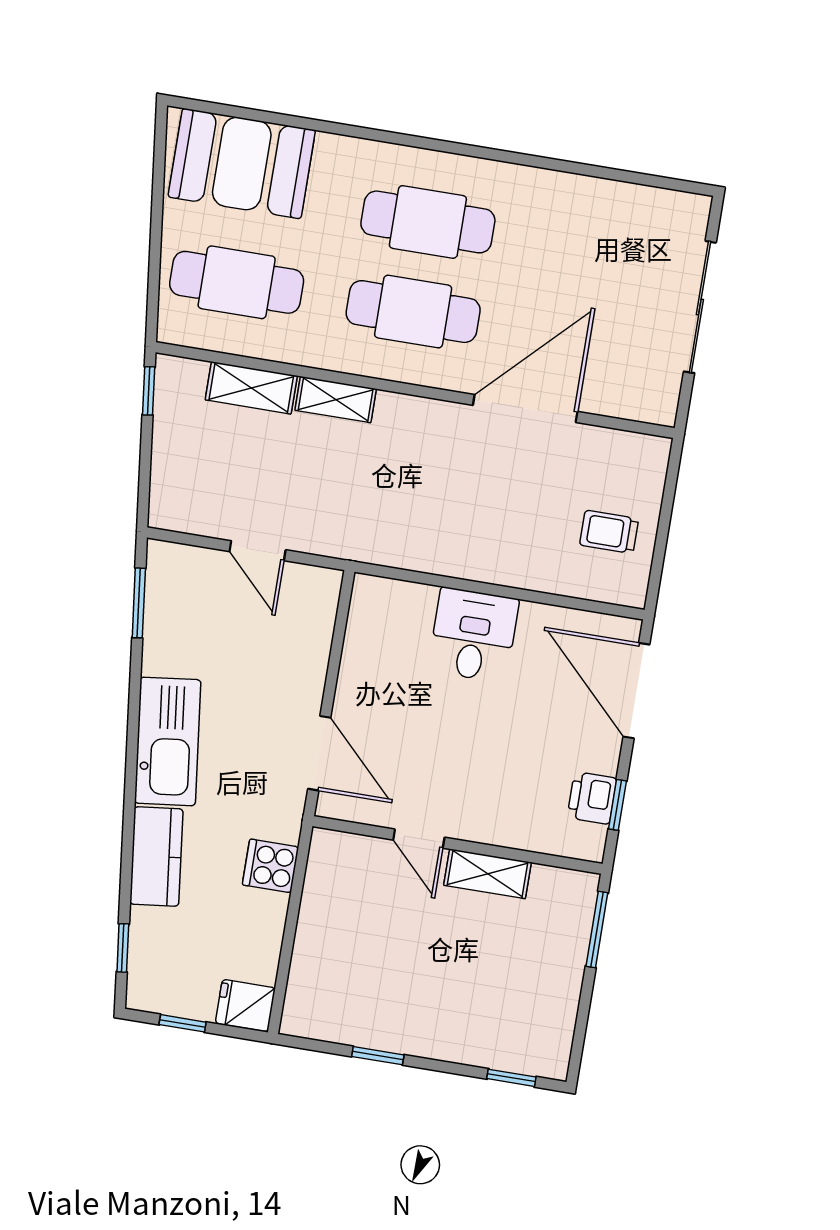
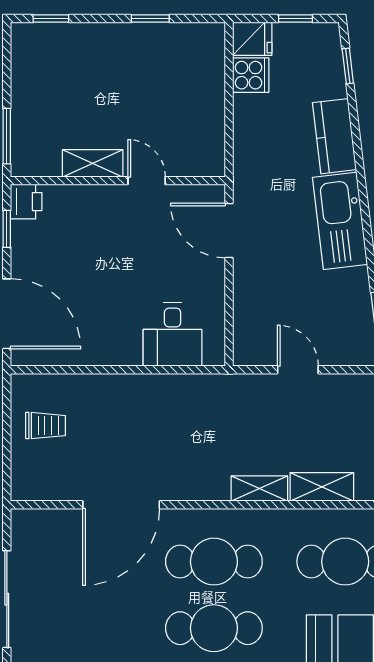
desk: (473, 635) -> (173, 335), moved
printer: (592, 798) -> (26, 202), moved
cooker: (271, 866) -> (251, 75), moved

